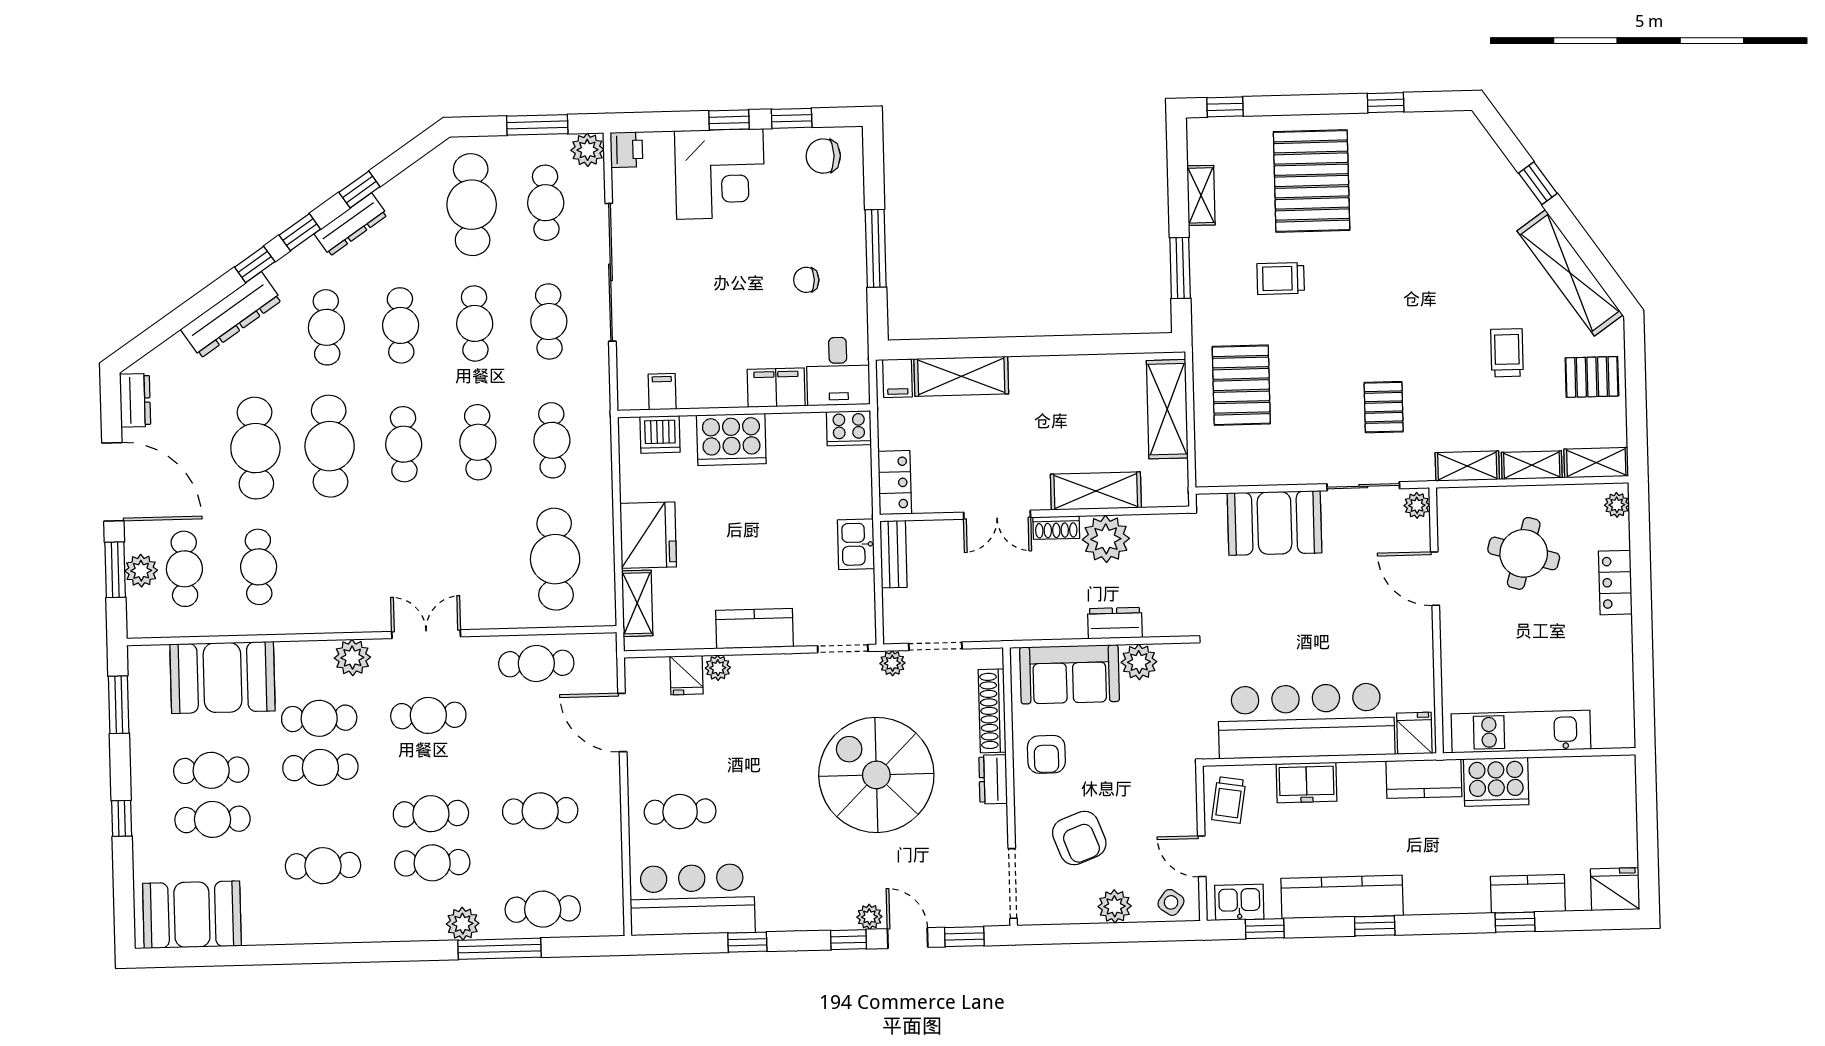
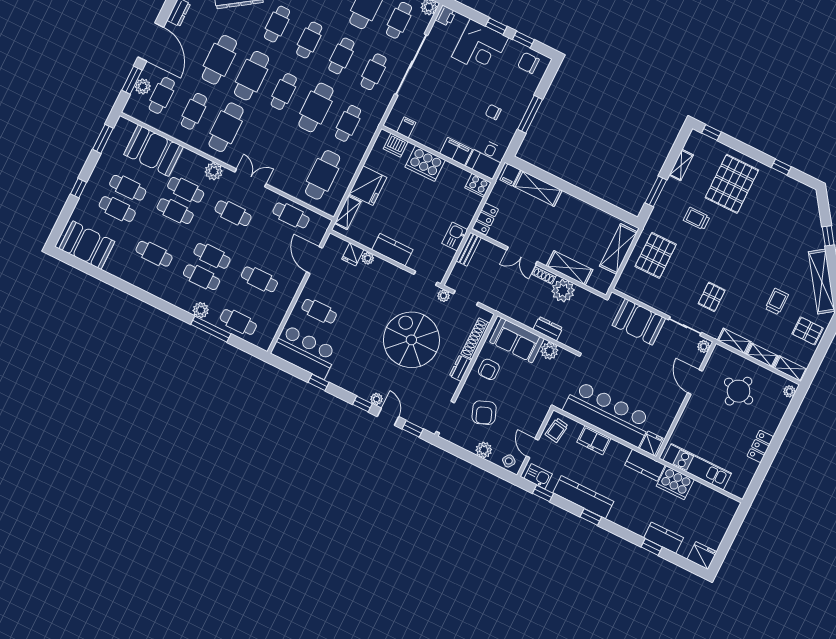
cafe table: (478, 442) -> (316, 107), width x1.37, depth x1.35
cafe table: (333, 565) -> (226, 127), added
locker: (1615, 583) -> (760, 446), moved

